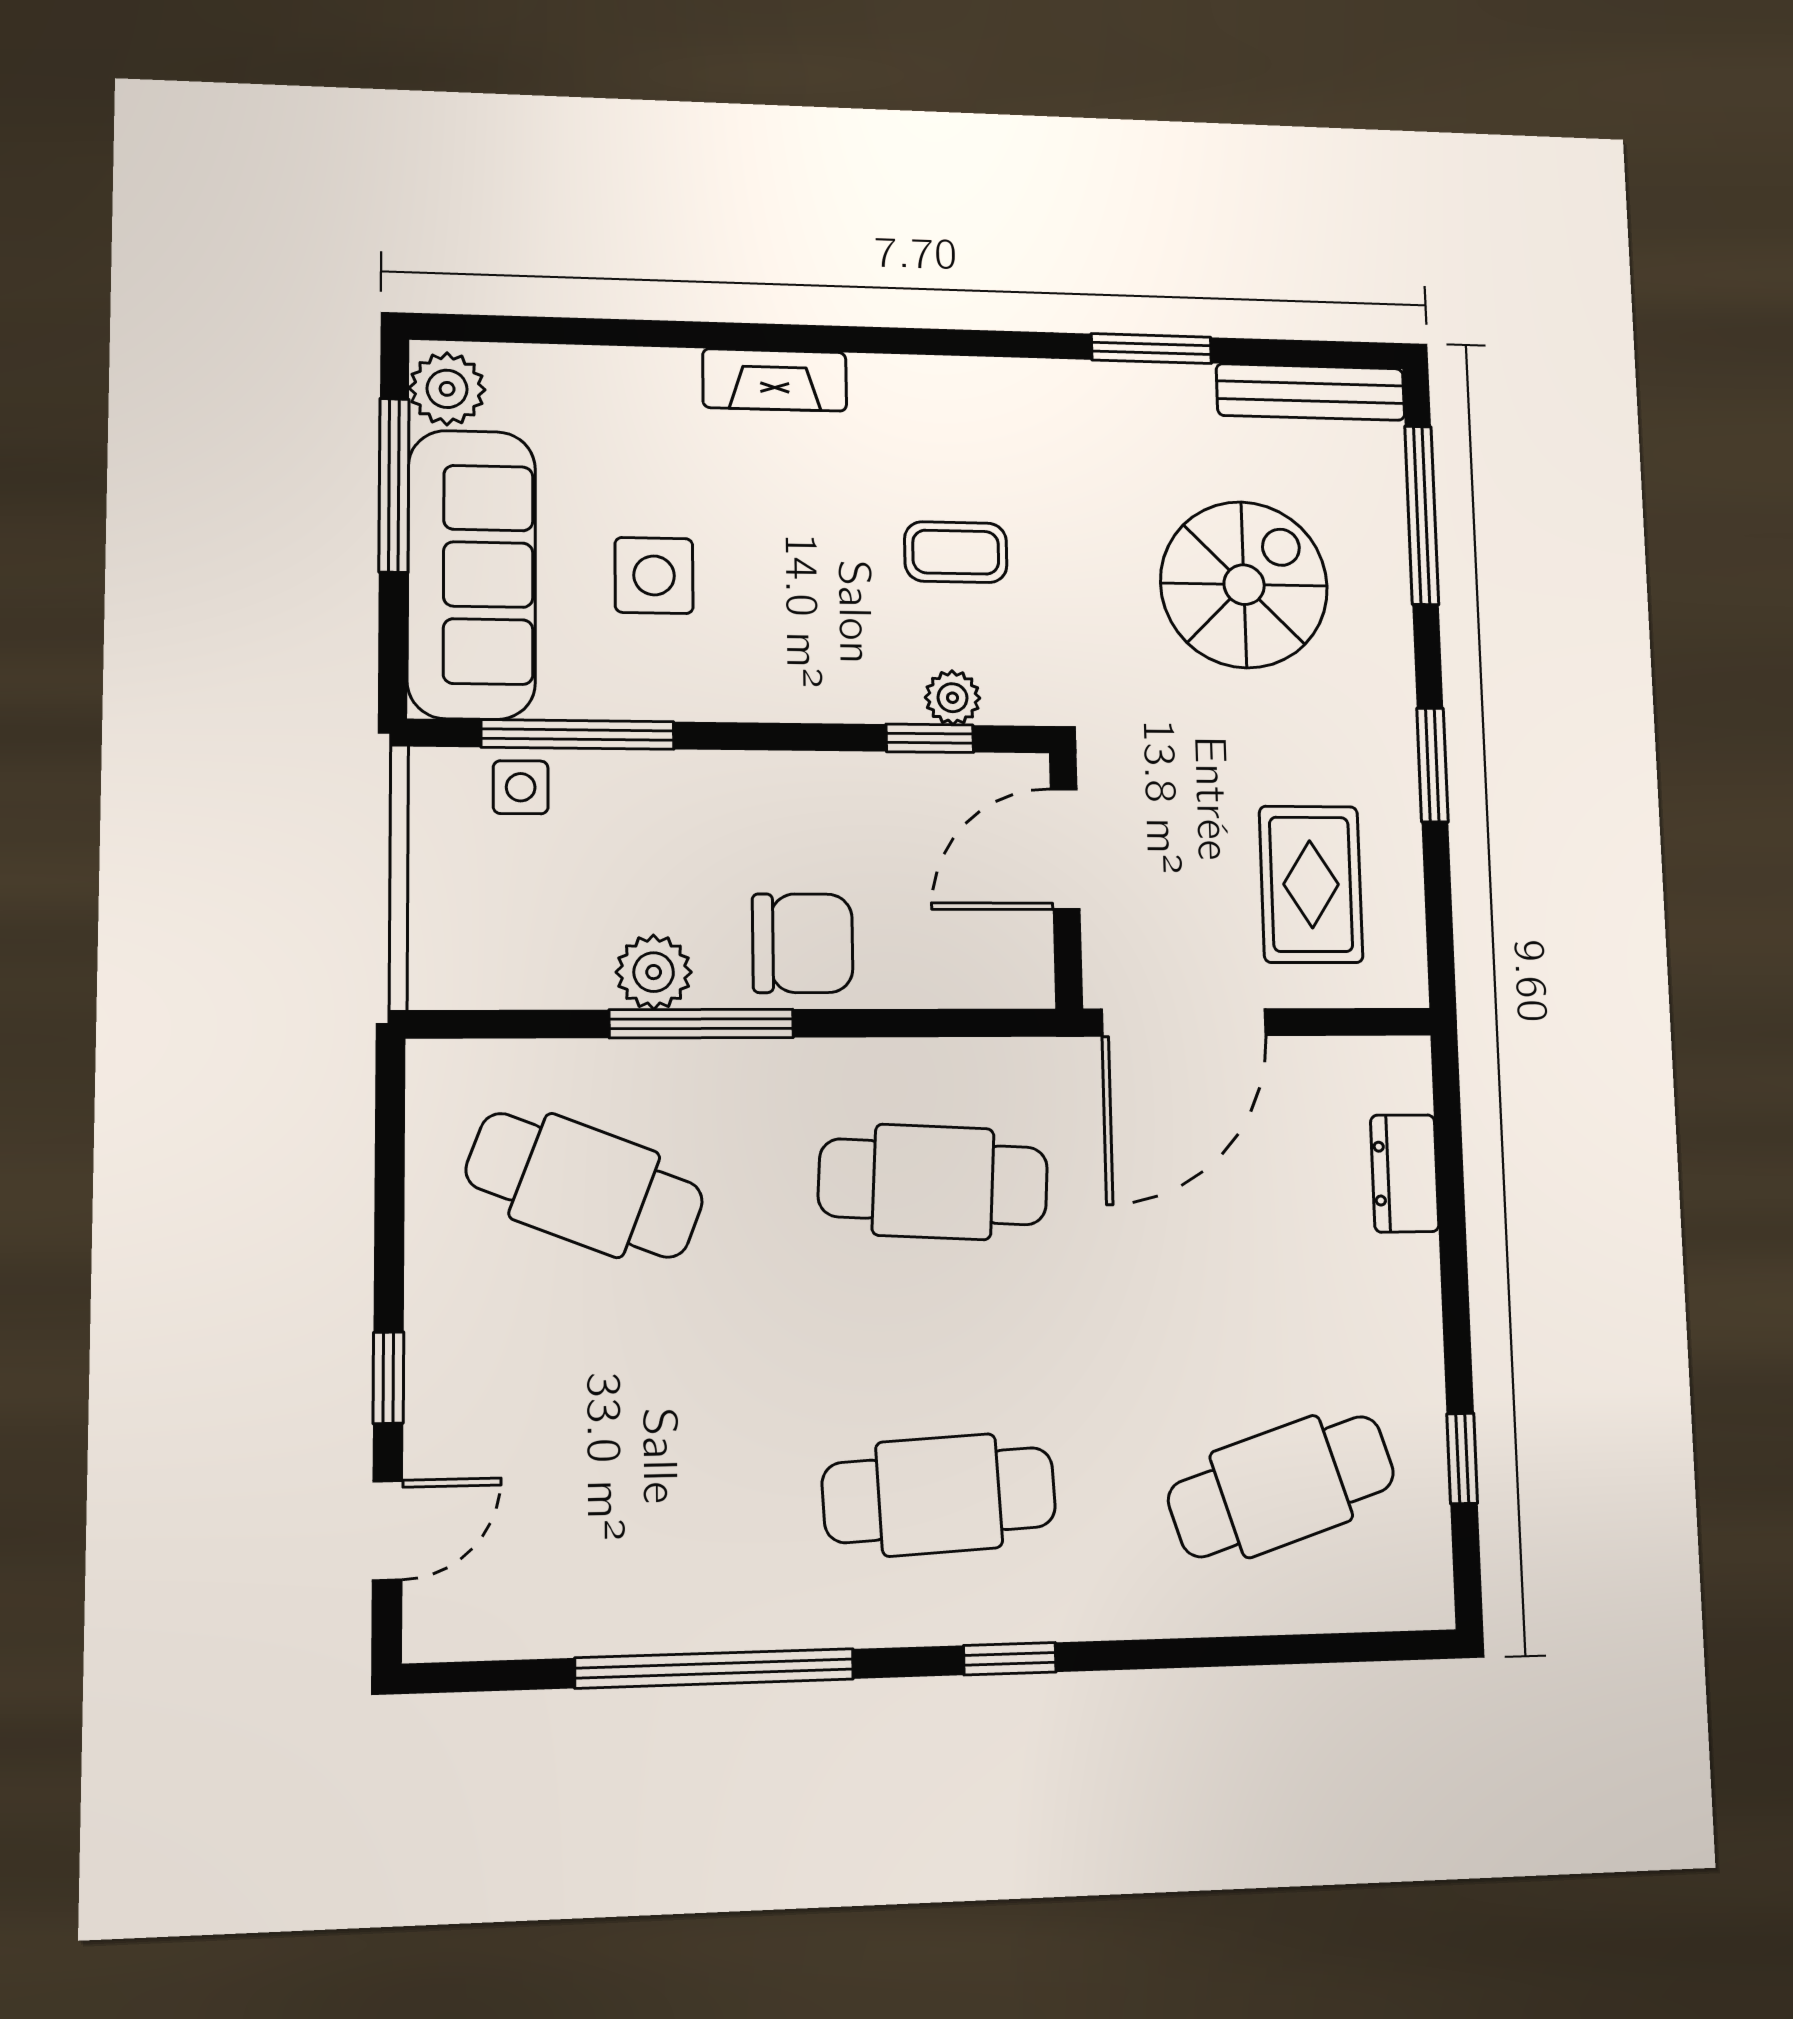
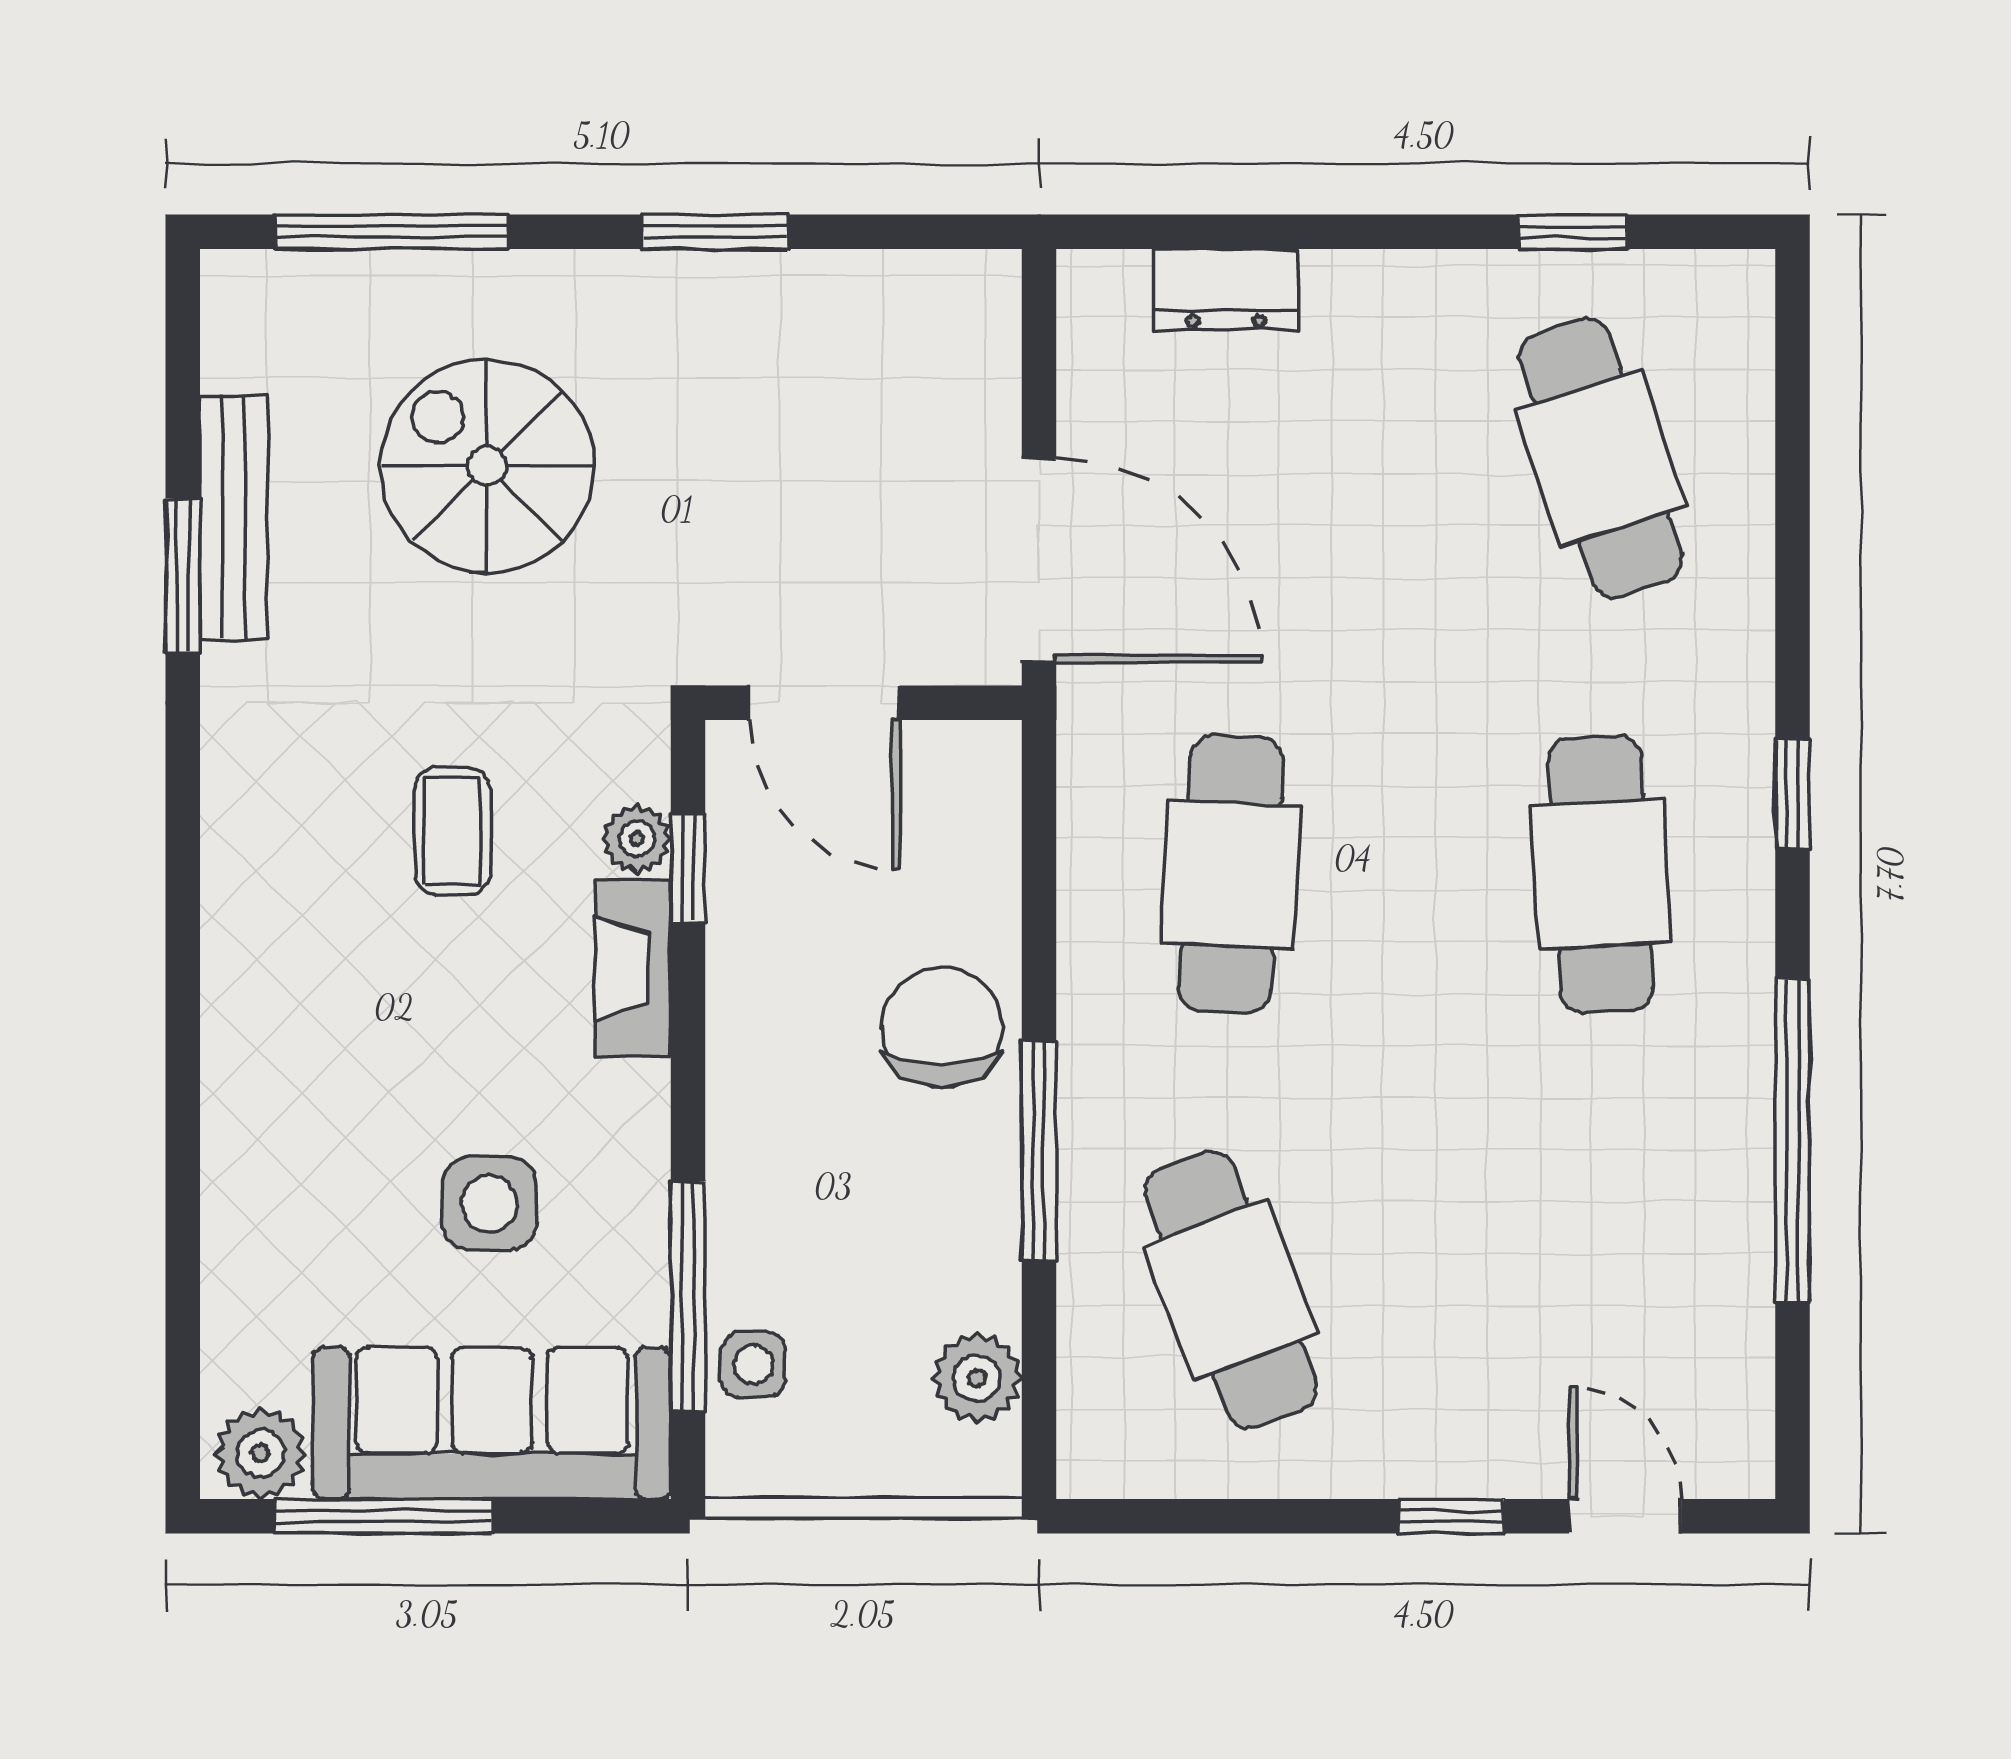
fireplace: (775, 380) -> (633, 968), moved, turned 180
bench: (1311, 392) -> (234, 517), moved
rug: (1311, 884) -> (867, 394), removed
plant: (654, 972) -> (977, 1378), moved
cafe table: (585, 1185) -> (1231, 1290), turned -42

